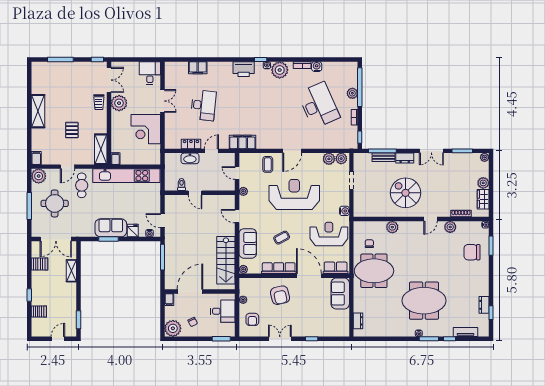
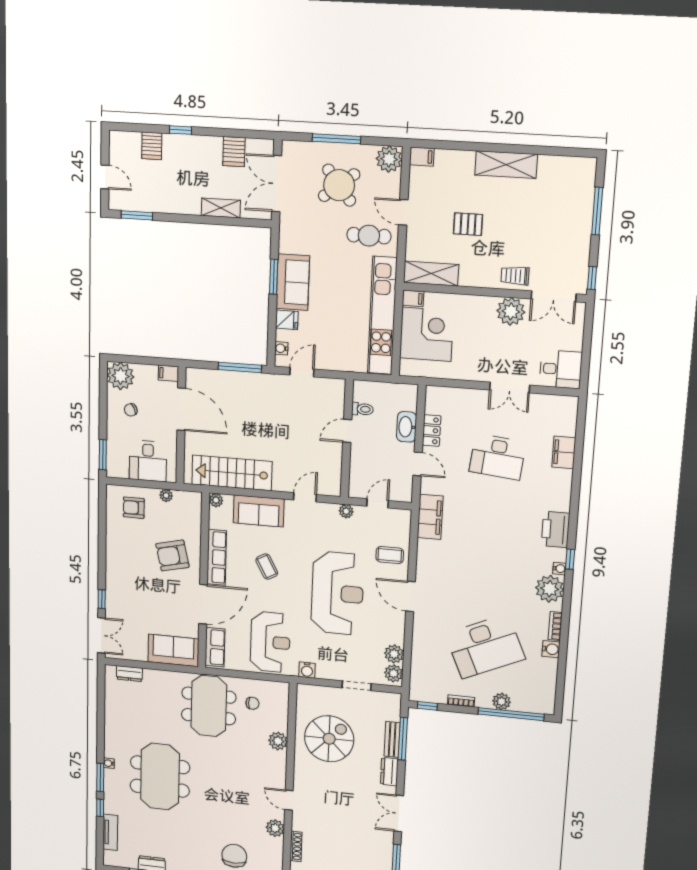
corner desk: (146, 129) -> (427, 334), moved, turned 90
spiral stairs: (405, 193) -> (329, 739), moved
round table: (55, 203) -> (339, 185), turned -38
double door: (280, 339) -> (101, 635), moved

